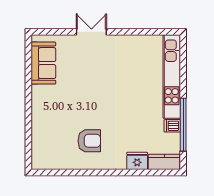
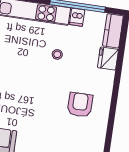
stool: (134, 112) -> (57, 54), added

